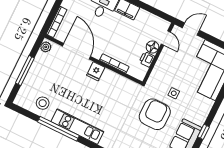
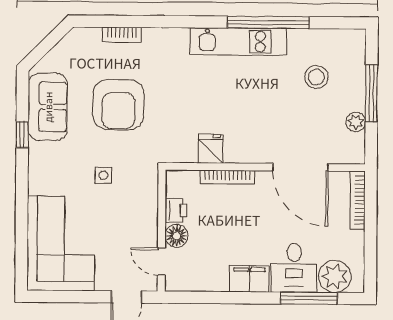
plant: (46, 47) -> (356, 122), moved
fridge: (96, 71) -> (210, 149), moved
stool: (43, 103) -> (316, 77), moved
armchair: (155, 114) -> (118, 105), moved

